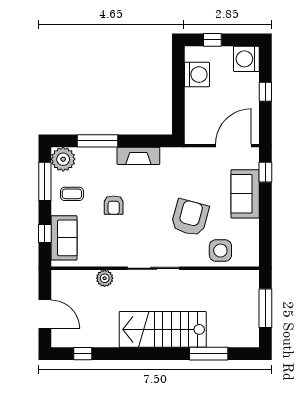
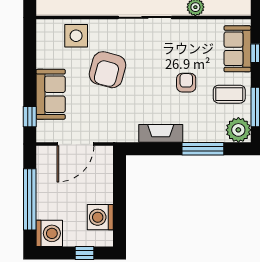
window: (265, 92) -> (30, 199), width x3.17
door: (233, 146) -> (76, 144), moved
coffee table: (72, 194) -> (229, 94), width x1.36, depth x1.30

